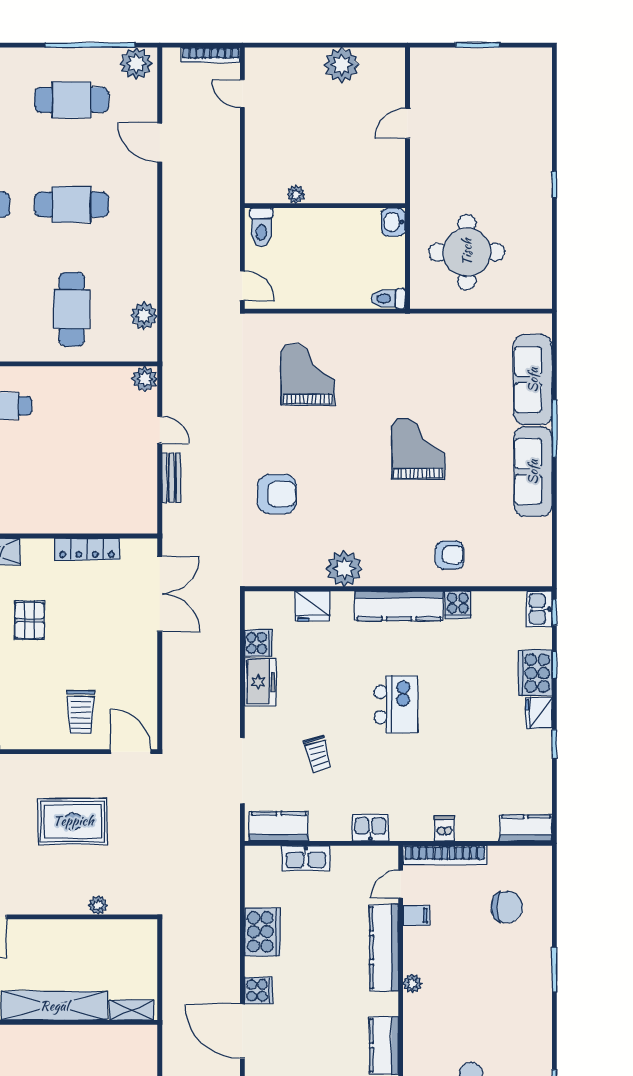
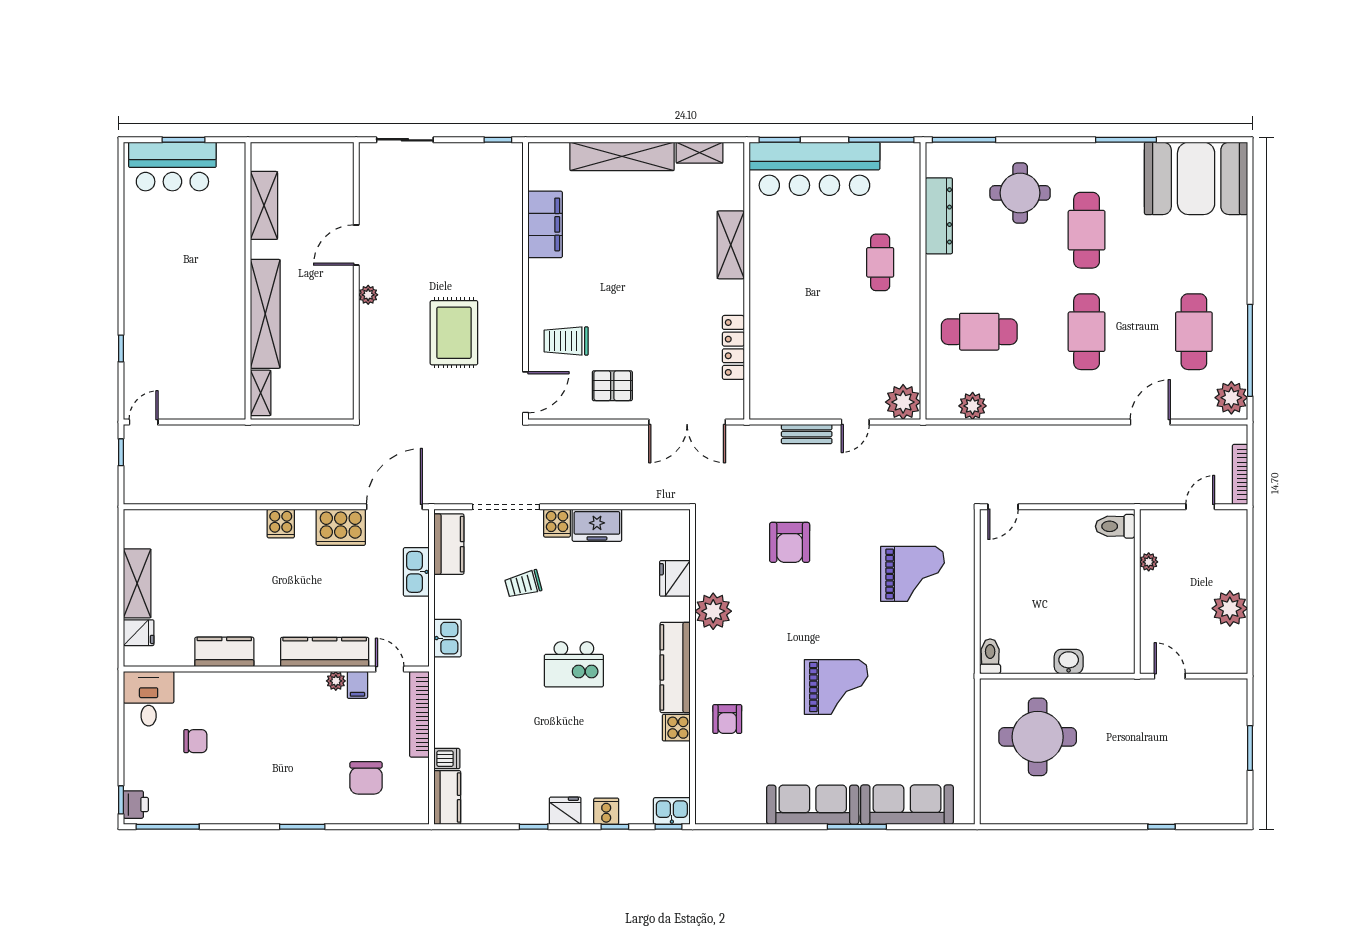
window: (554, 185) -> (1162, 827), moved
plant: (296, 194) -> (1149, 562), moved
wall: (325, 206) -> (1137, 591), moved
toilet: (261, 227) -> (1115, 526), moved
plant: (145, 379) -> (903, 402), width x1.36, depth x1.36
pallet: (30, 620) -> (612, 386), moved
cooker: (258, 643) -> (557, 523), moved
cooker: (535, 673) -> (606, 811), width x0.53, depth x0.76
dishwasher: (445, 828) -> (447, 759), moved
plant: (98, 905) -> (368, 295), moved
plant: (412, 983) -> (336, 681), moved
door: (242, 1031) -> (394, 507), moved

